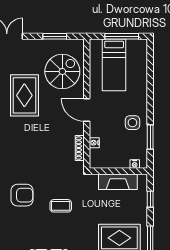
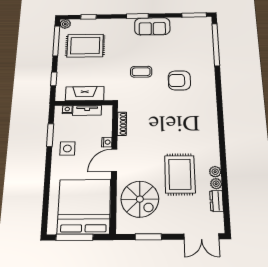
bed: (114, 65) -> (84, 206), width x2.04
spiral stairs: (62, 71) -> (140, 199), turned -90
door: (87, 110) -> (114, 160), swing flipped
nightstand: (94, 143) -> (107, 142), moved
tv unit: (115, 163) -> (87, 110), added

